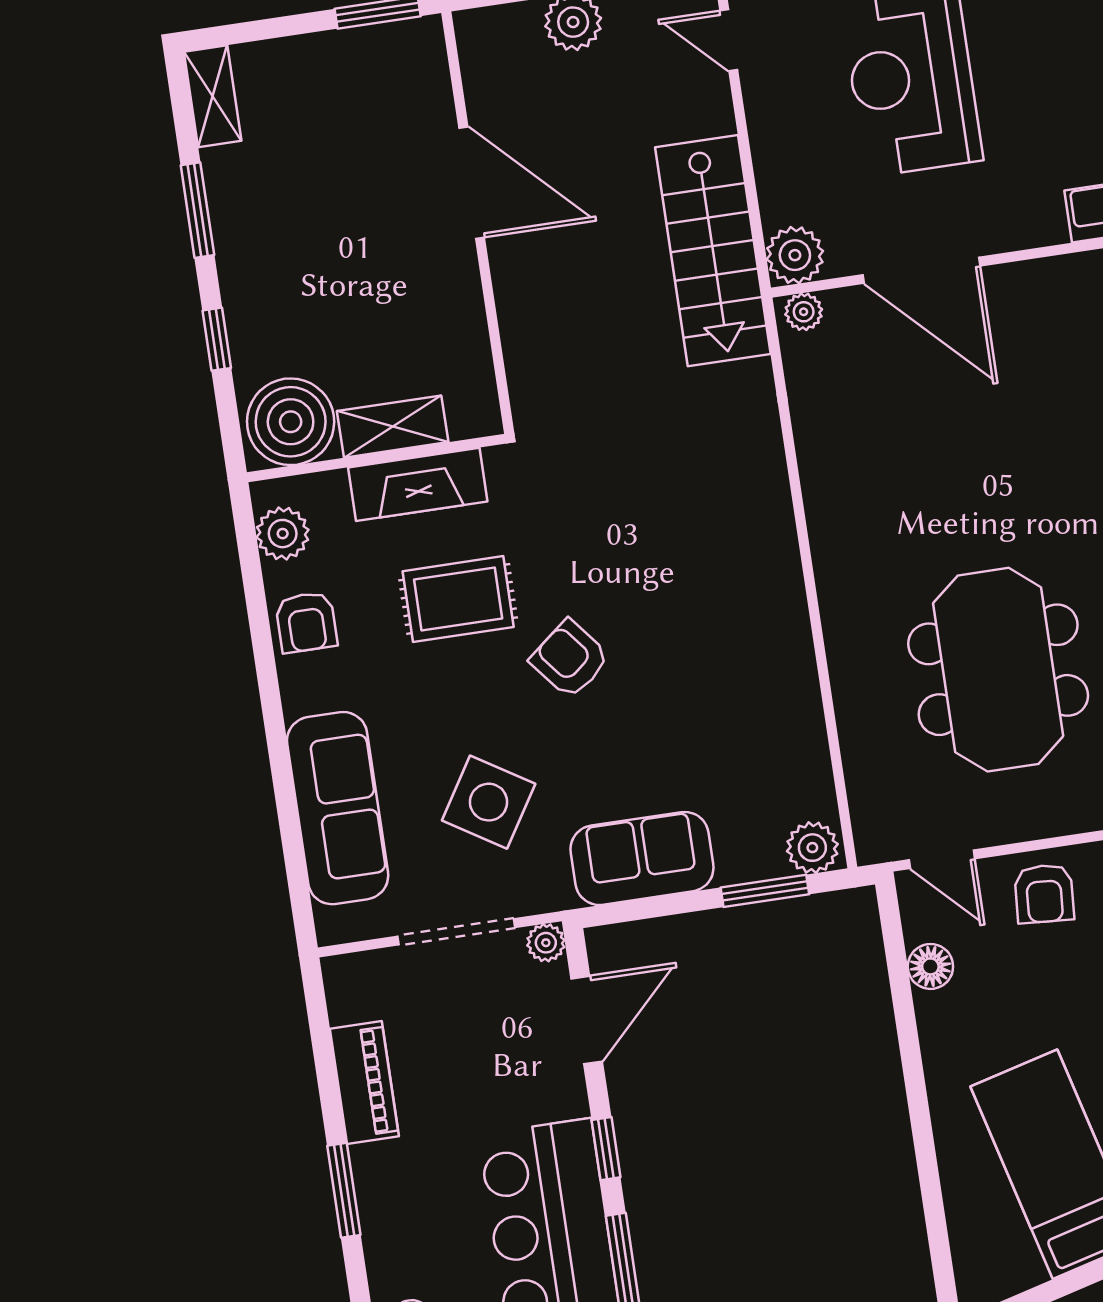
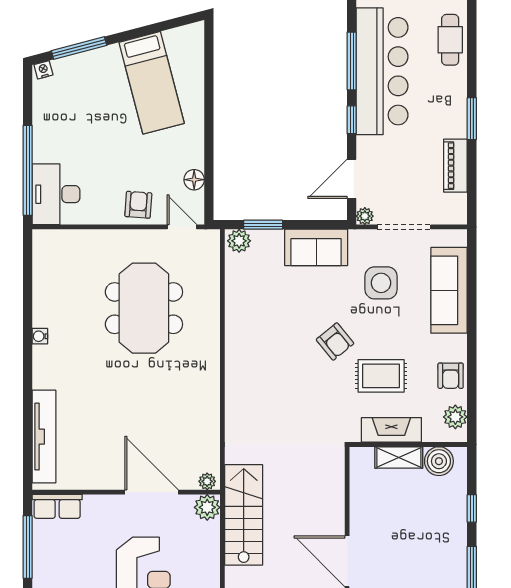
boiler: (291, 422) -> (439, 461), width x0.73, depth x0.73
armchair: (306, 622) -> (451, 376), turned 180
side table: (489, 802) -> (381, 283), turned -32

